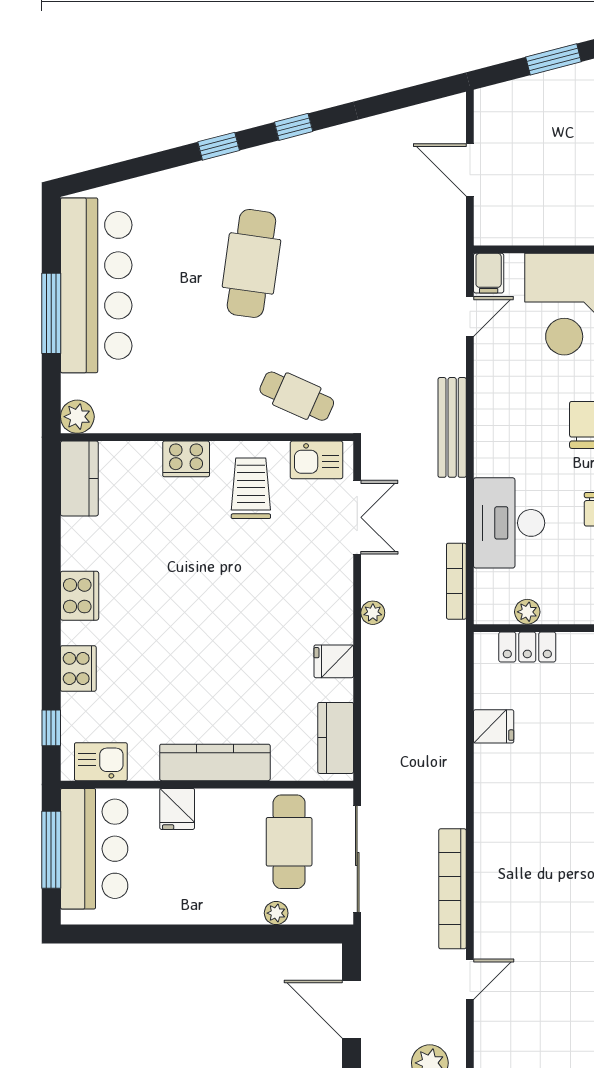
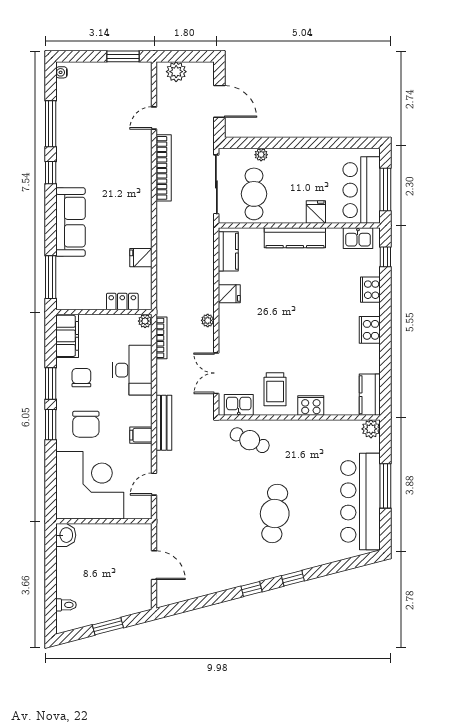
filing cabinet: (489, 273) -> (141, 435), moved, turned -90
plant: (527, 612) -> (145, 321), moved

